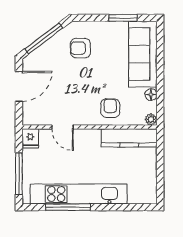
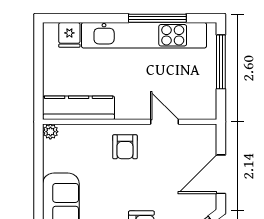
floor lamp: (151, 95) -> (50, 164), removed
armchair: (110, 108) -> (125, 147), moved
fridge: (30, 138) -> (69, 35), moved, turned 180

